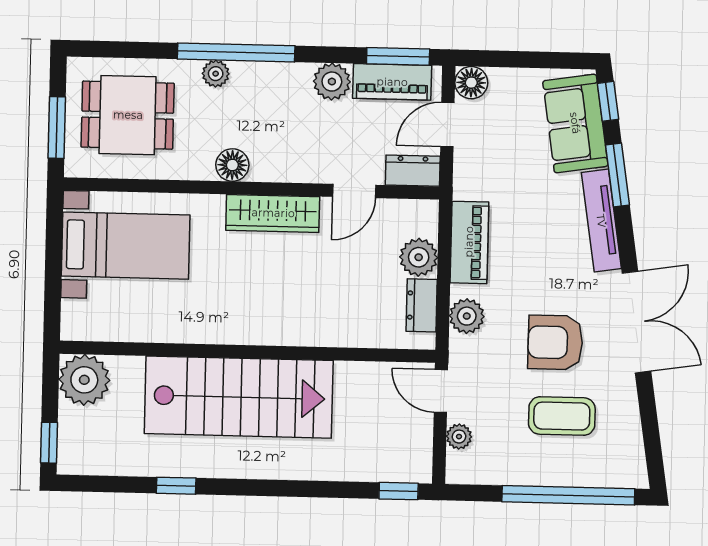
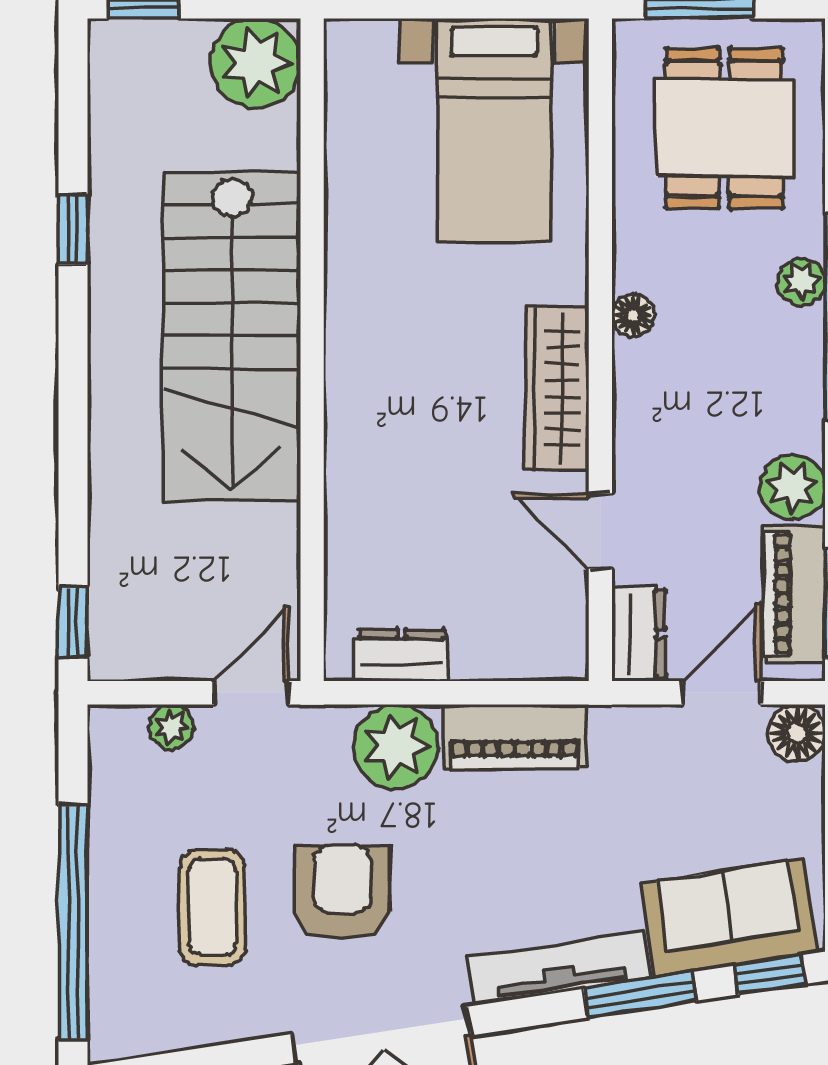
door: (447, 125) -> (721, 693), hinge flipped
floor lamp: (232, 165) -> (633, 315), width x0.73, depth x0.73
plant: (419, 257) -> (486, 648), removed
plant: (467, 316) -> (396, 746), width x1.36, depth x1.36

